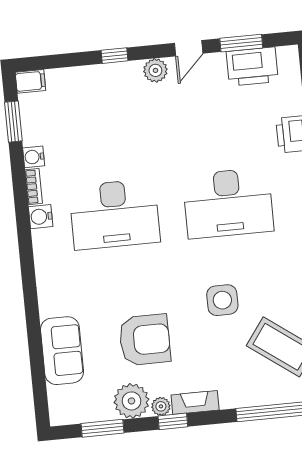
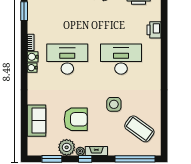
water cooler: (34, 157) -> (32, 68), moved
desk: (228, 203) -> (121, 59), turned 180
desk: (114, 214) -> (67, 59), turned 180

